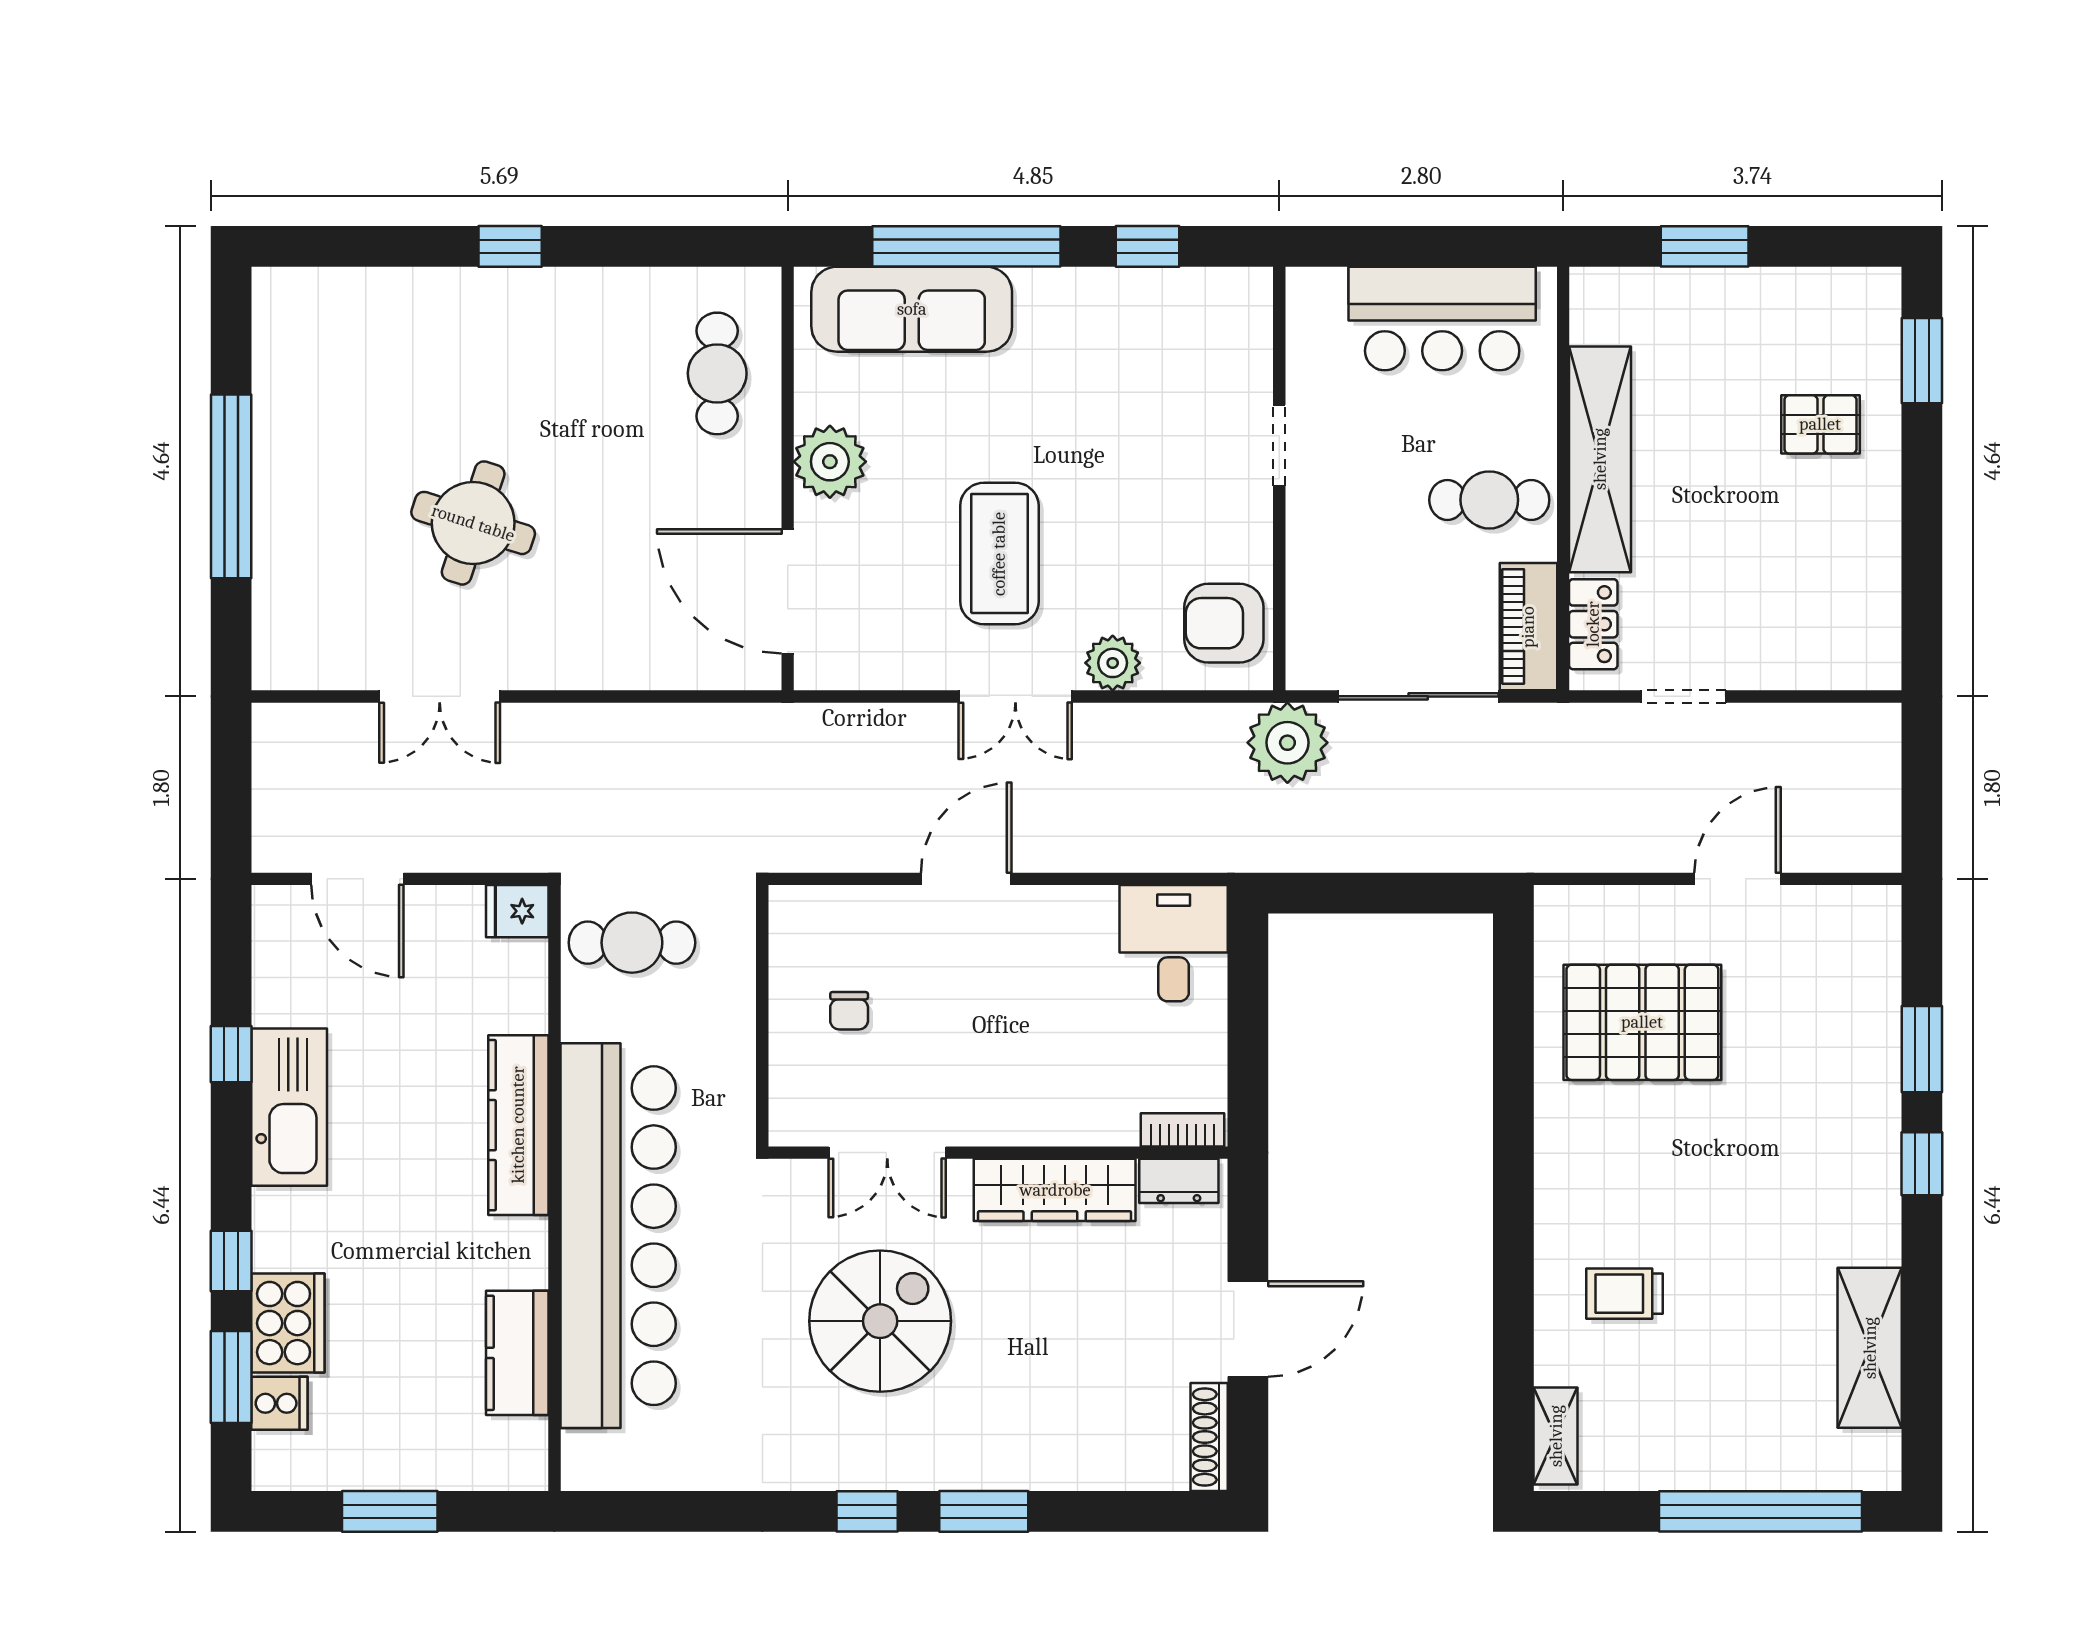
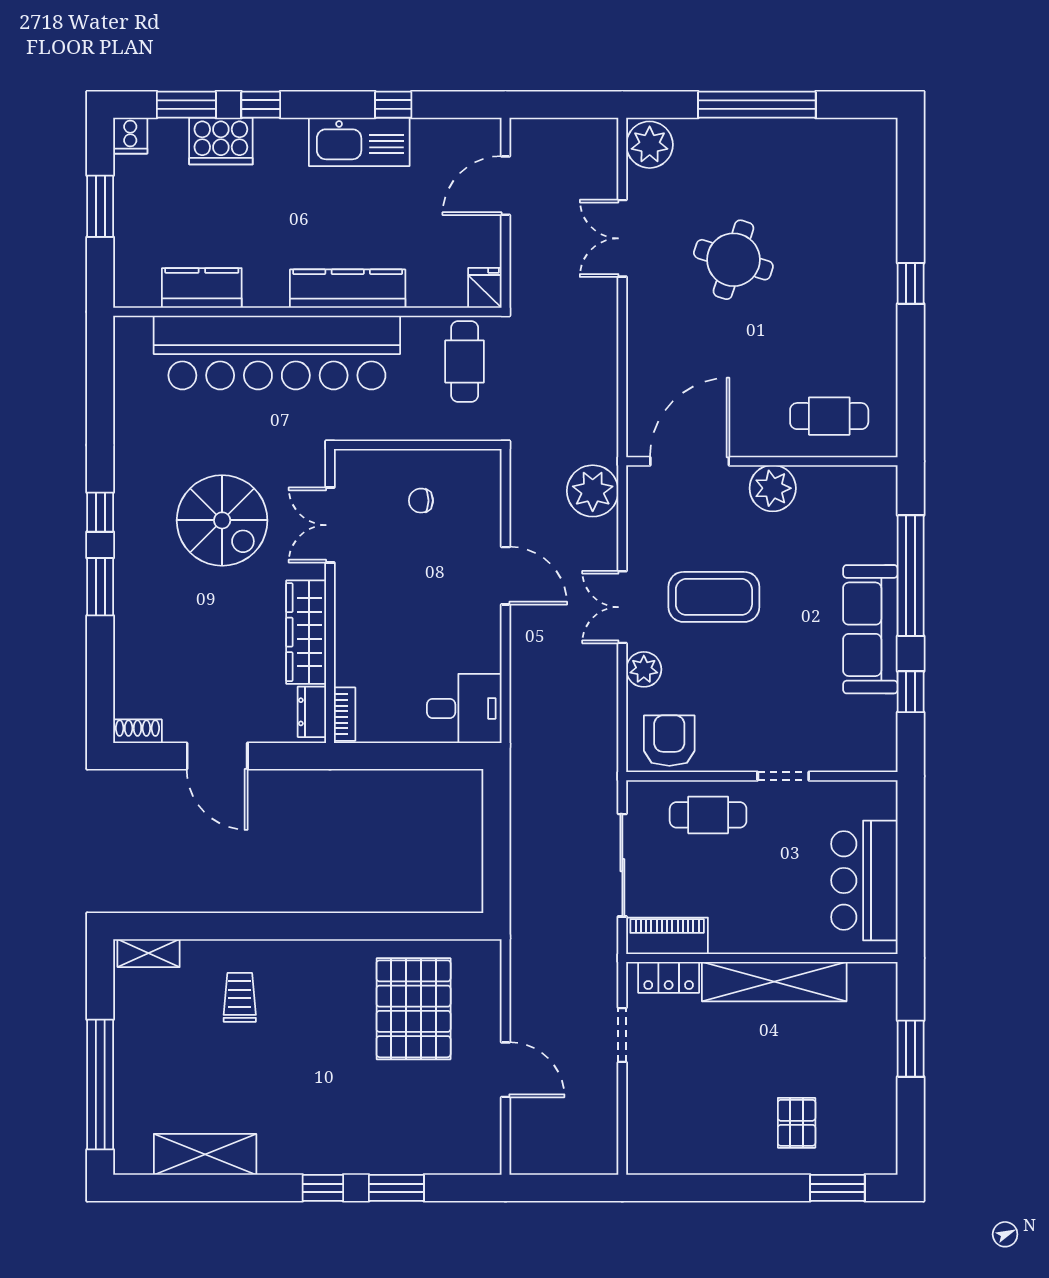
sofa: (912, 309) -> (870, 629), moved
cafe table: (1489, 500) -> (708, 815), moved, turned 90
plant: (294, 654) -> (650, 145), added
plant: (1287, 743) -> (593, 491), moved
cooker: (279, 1403) -> (130, 136), moved
shoe rack: (1209, 1437) -> (137, 731), width x0.70

